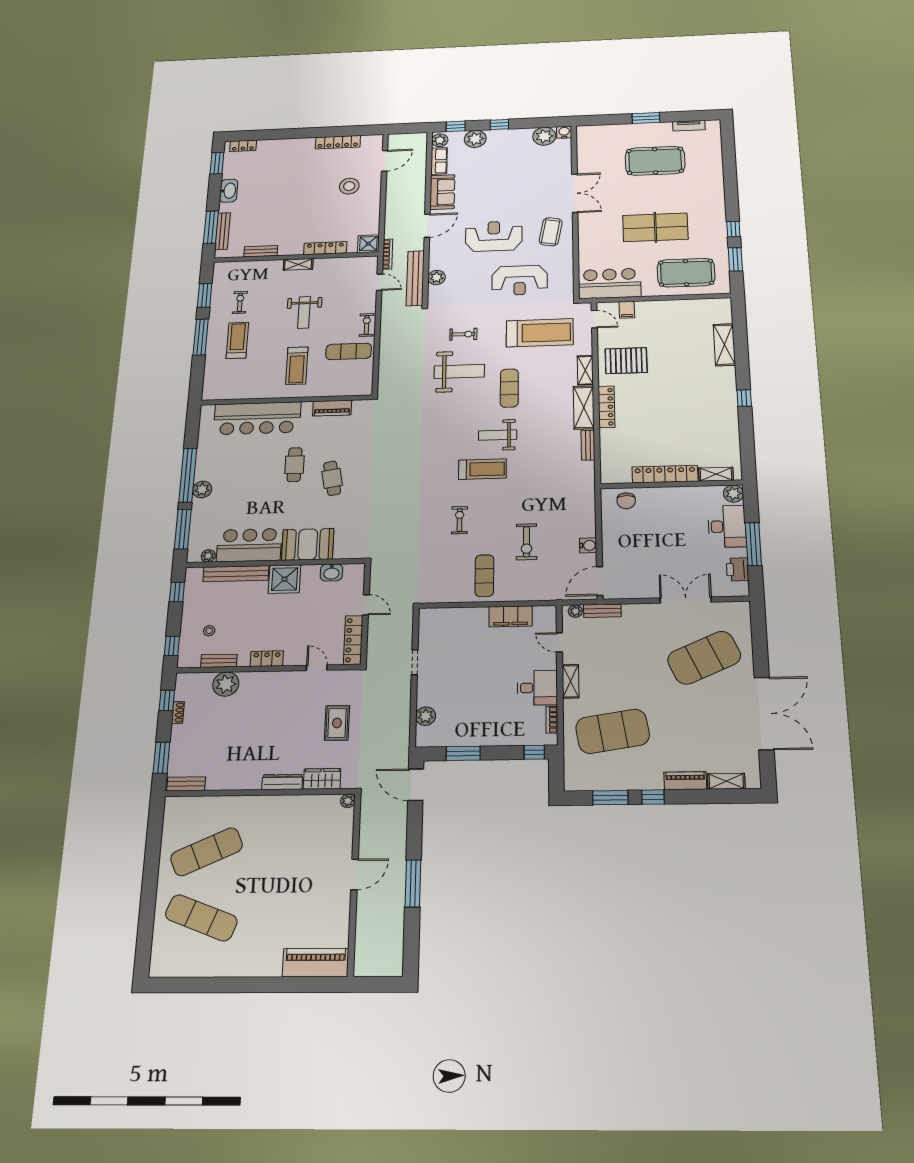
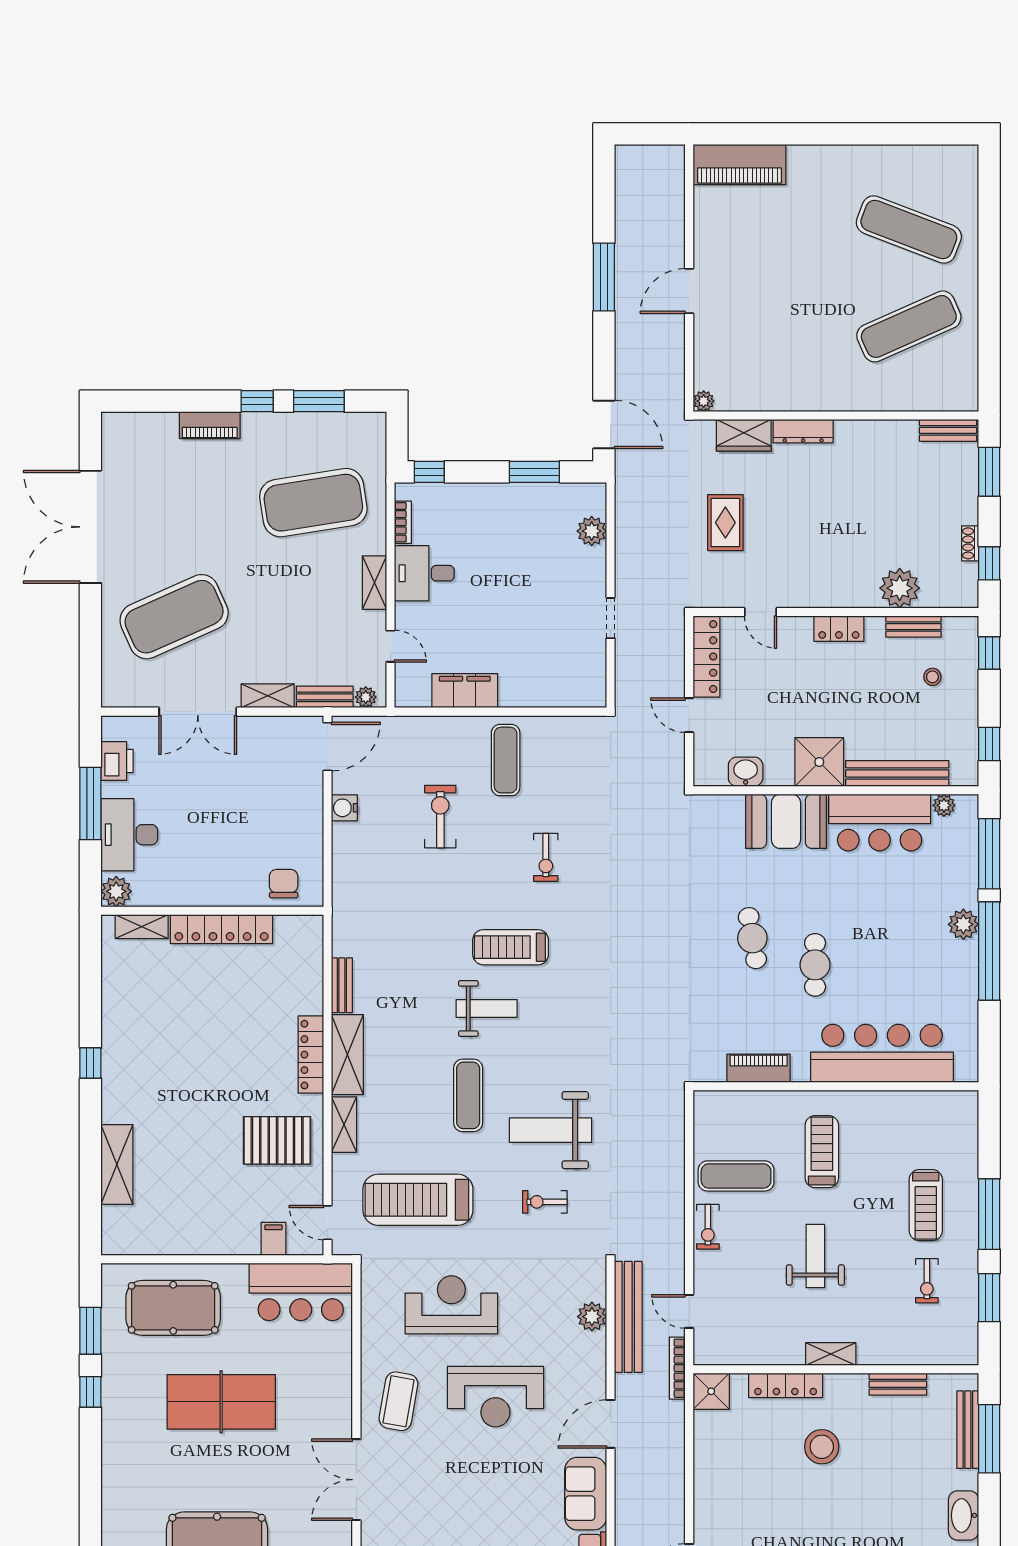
stool: (349, 186) -> (822, 1447), moved
shelving: (726, 781) -> (268, 696), moved

